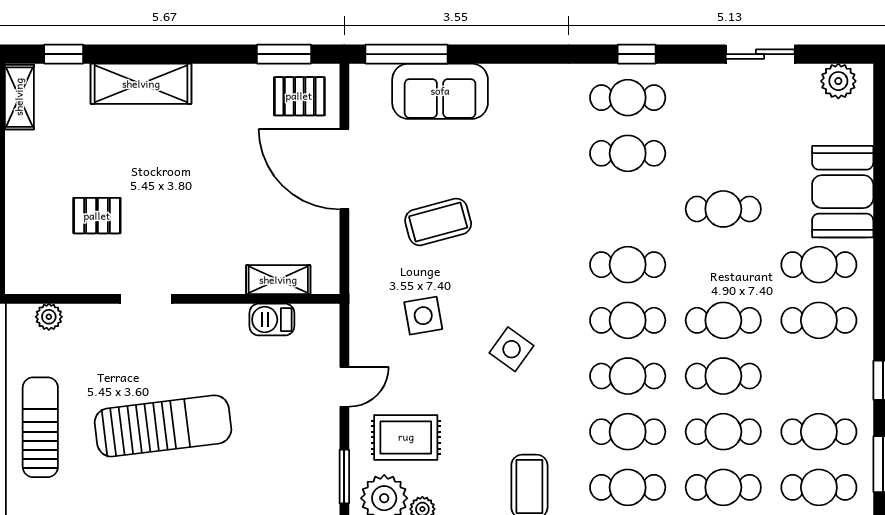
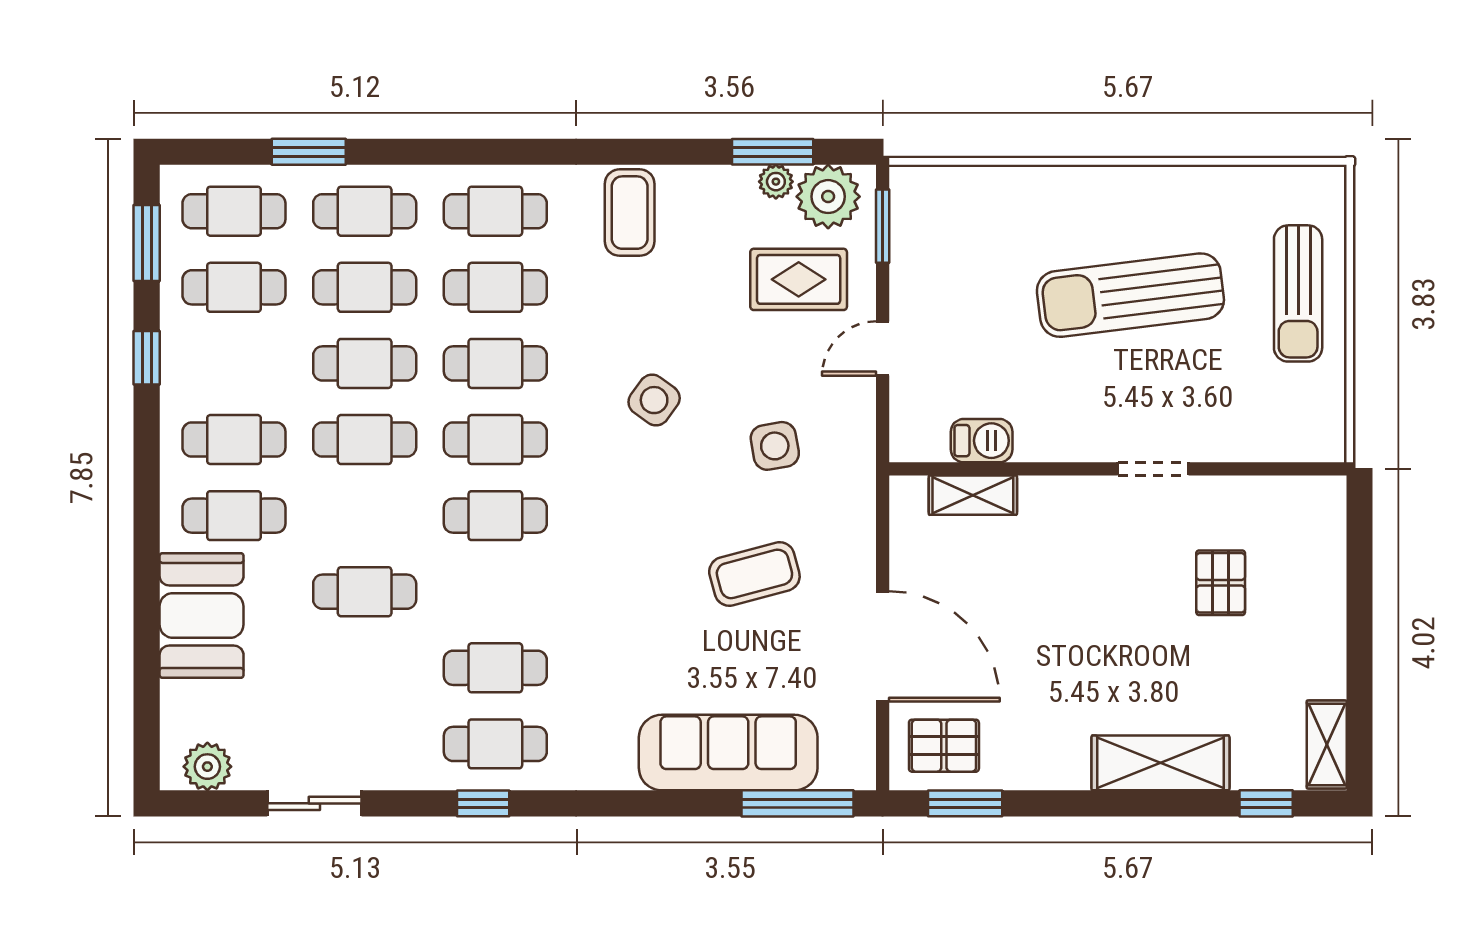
sofa: (440, 91) -> (728, 753), width x1.36
pallet: (97, 216) -> (1221, 583), turned 90
plant: (49, 317) -> (1286, 444), removed

